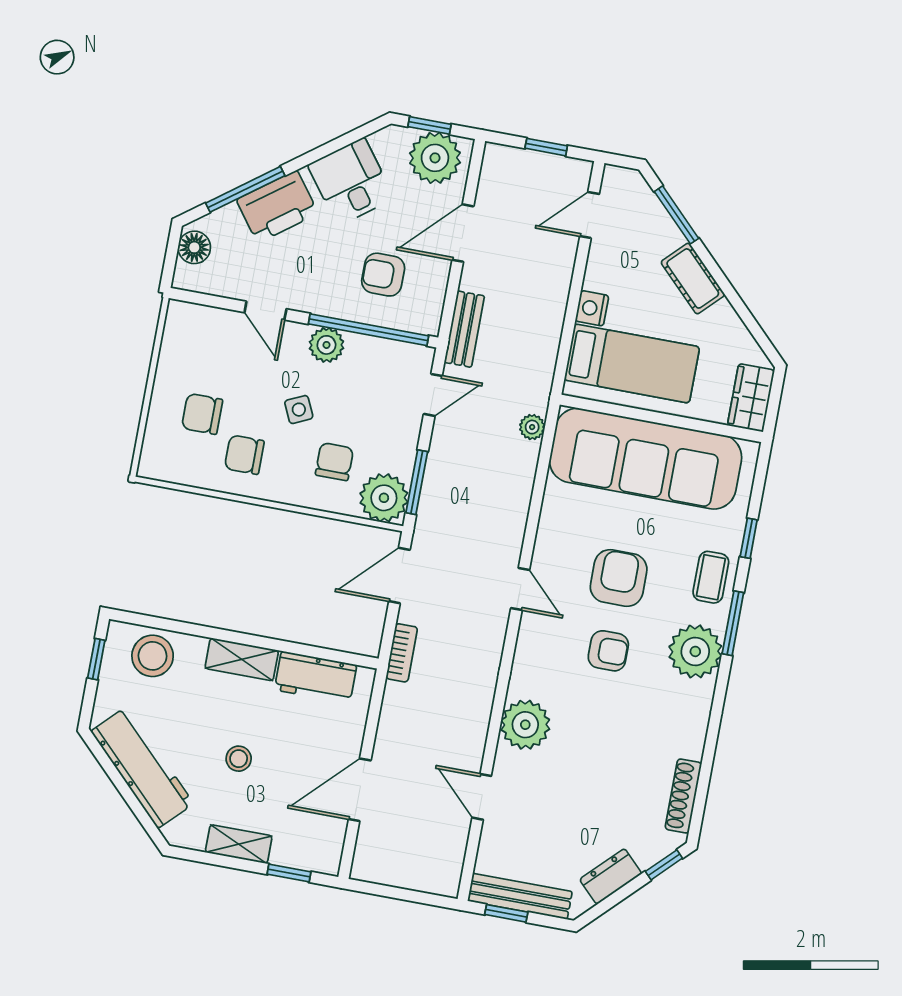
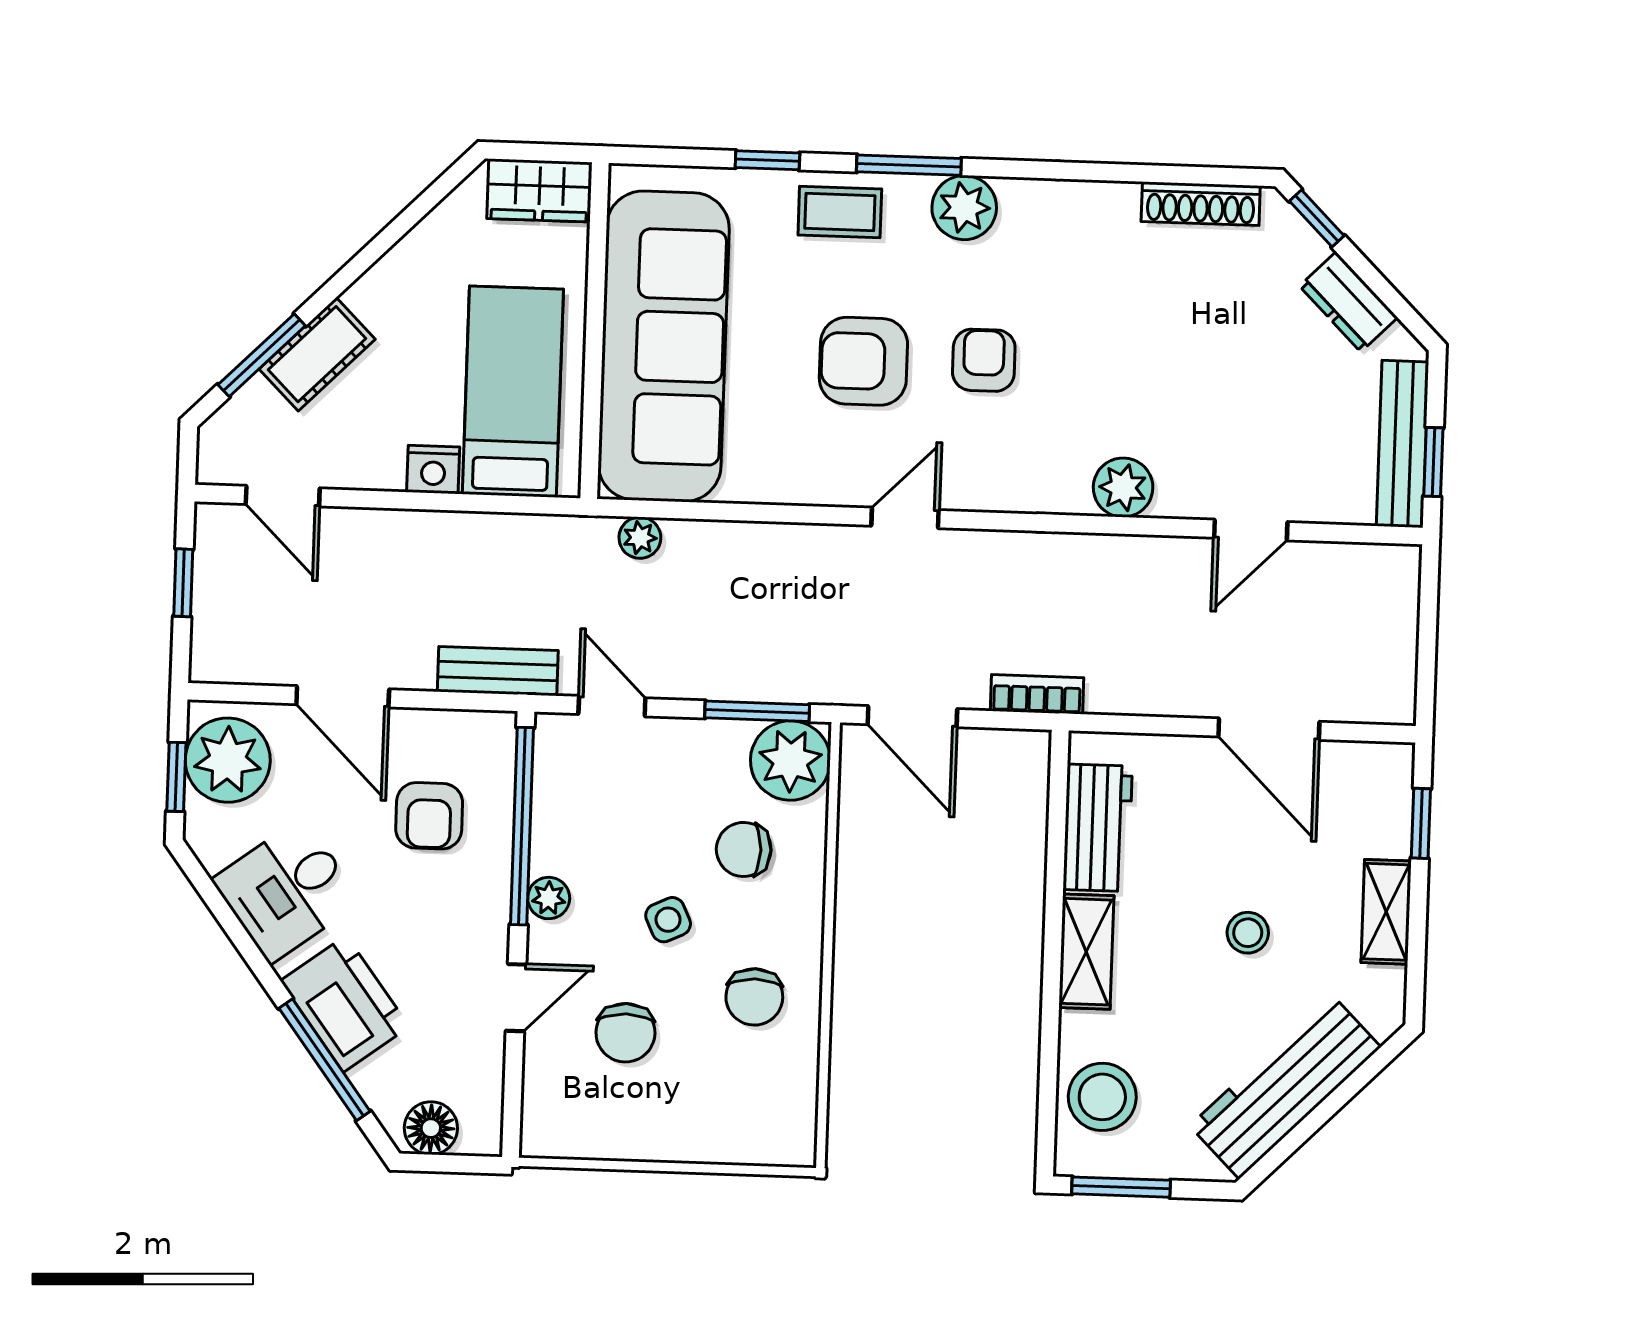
cot: (693, 278) -> (317, 354), moved
plant: (326, 345) -> (549, 898), width x0.73, depth x0.73
chair: (202, 414) -> (625, 1033), moved
plant: (695, 651) -> (964, 208), width x0.73, depth x0.73
window: (96, 659) -> (1121, 1187), width x1.50
plant: (525, 725) -> (1123, 488), width x0.73, depth x0.73

